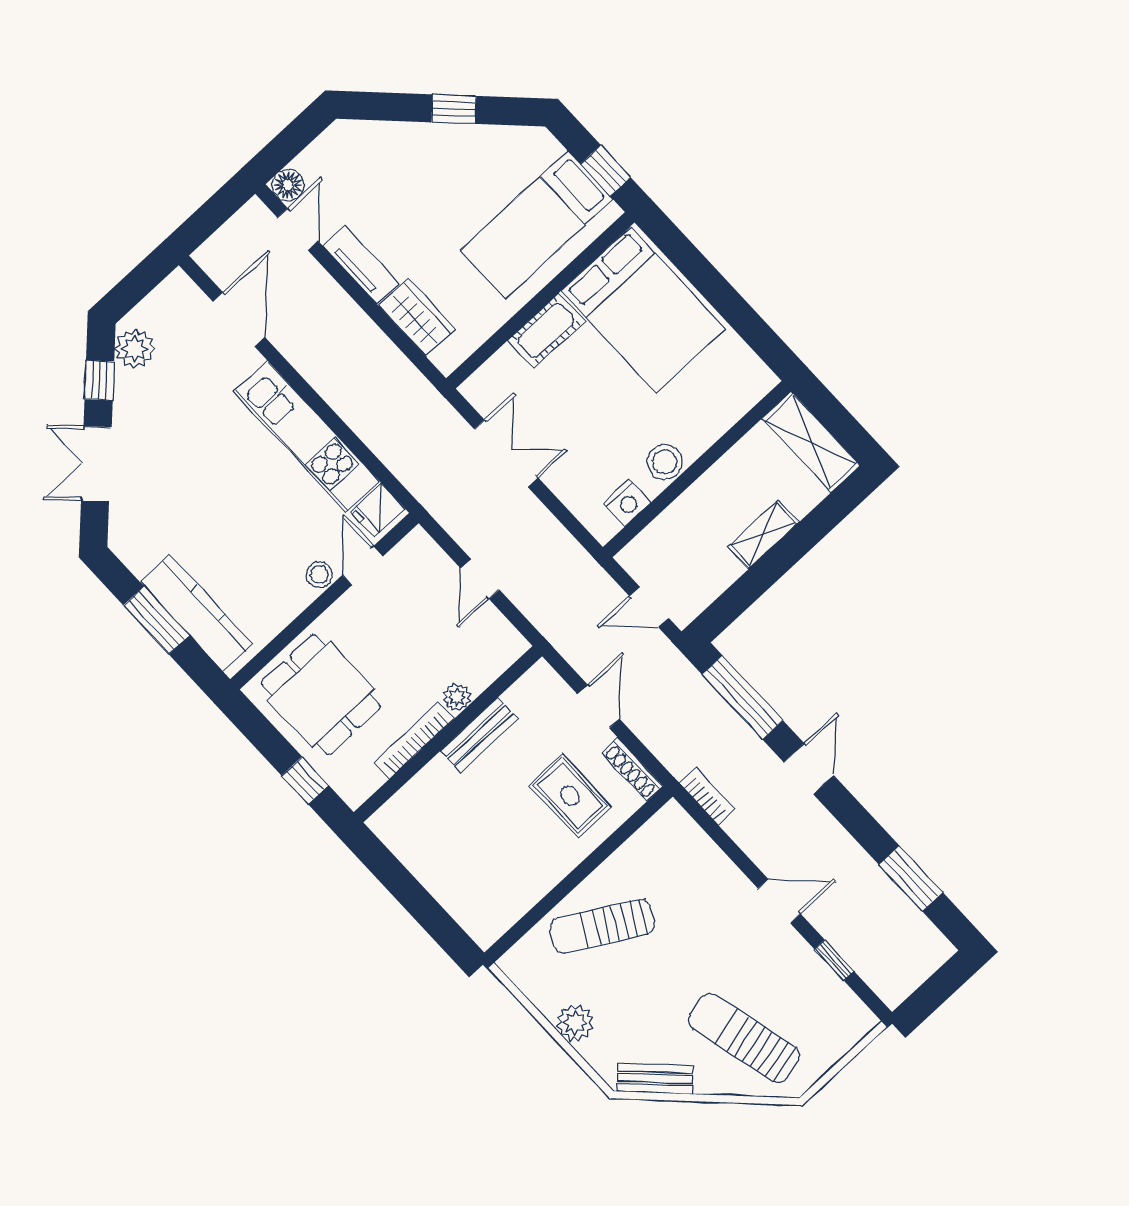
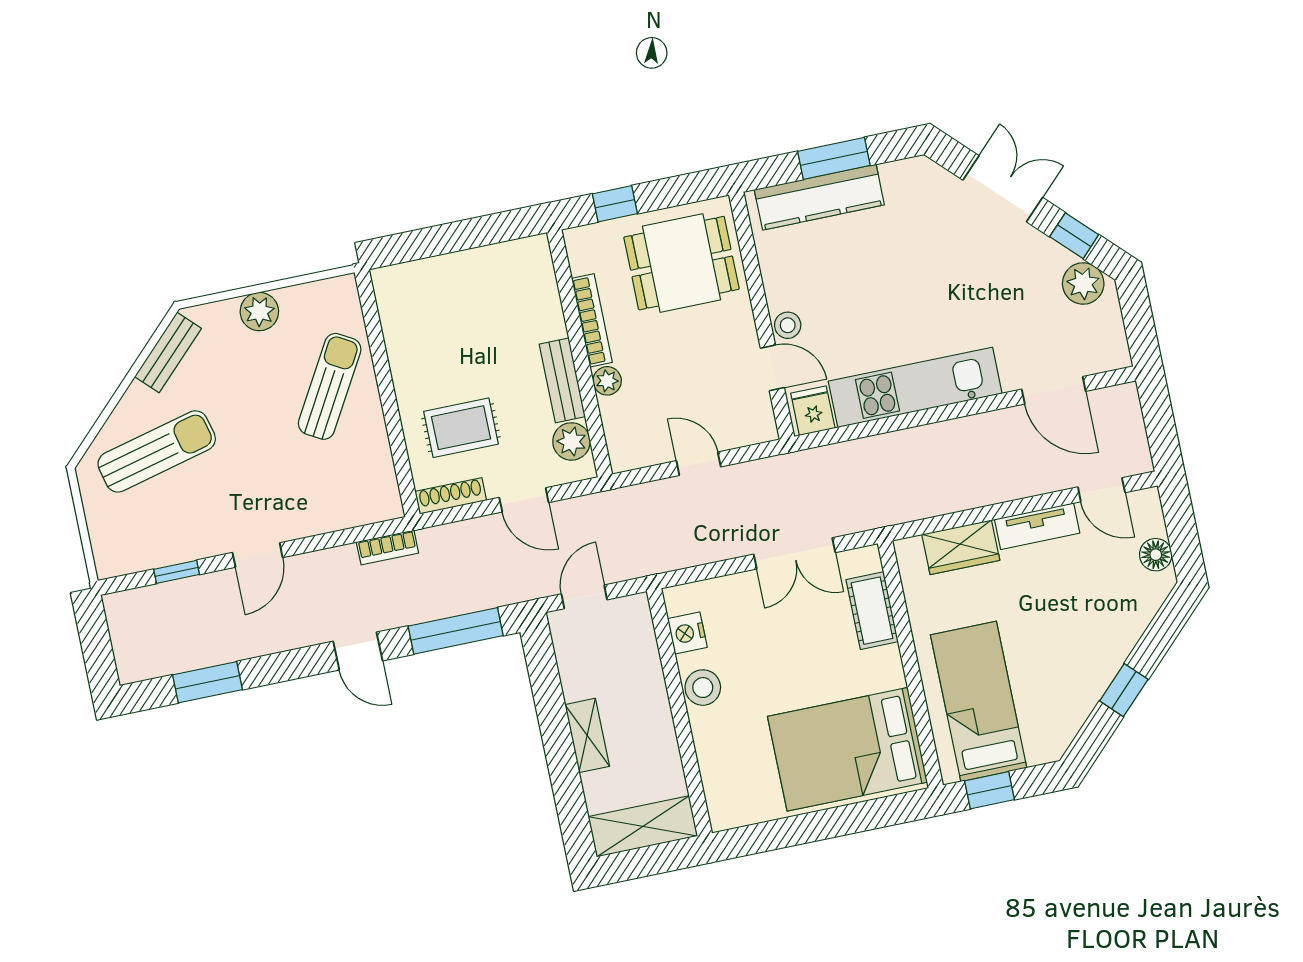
floor lamp: (288, 185) -> (1156, 555), moved
cot: (546, 330) -> (872, 611), moved
plant: (526, 696) -> (571, 441), added

